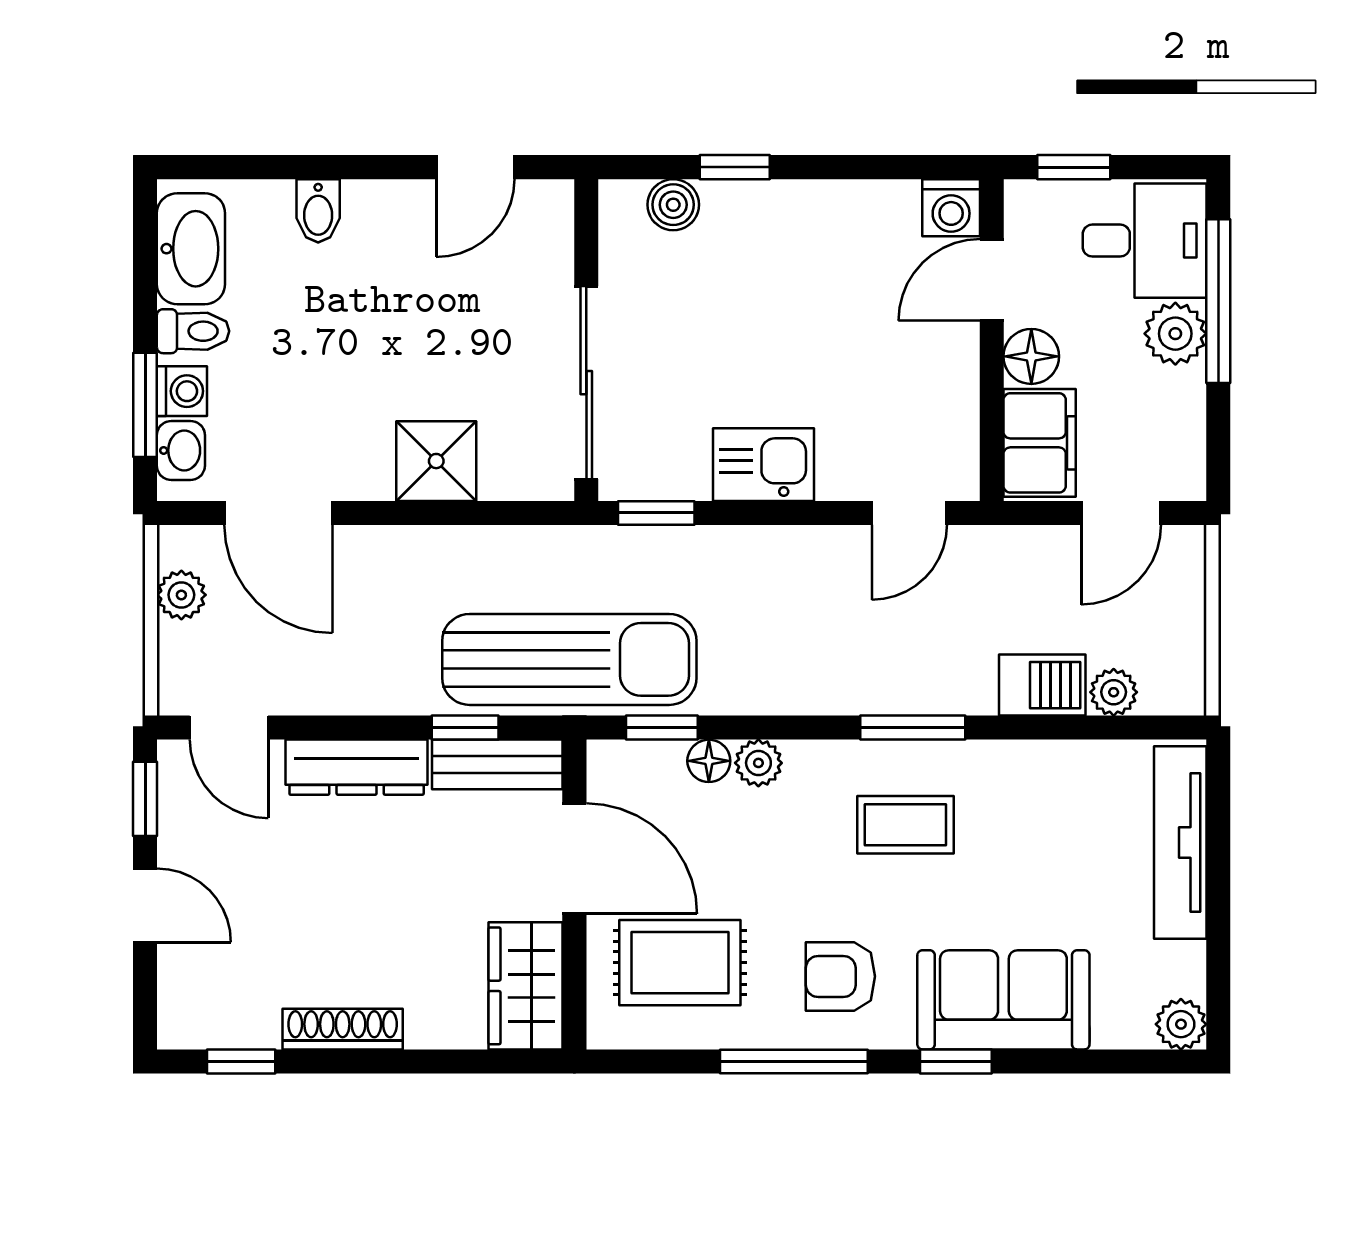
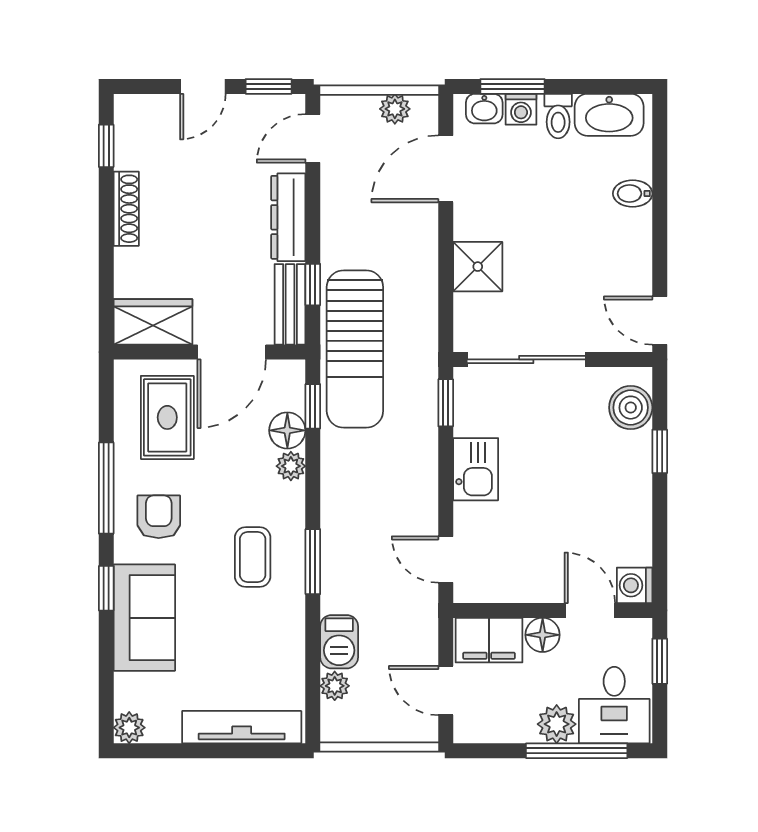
door: (475, 167) -> (660, 321), moved
boiler: (673, 205) -> (631, 408), width x1.36, depth x1.36
floor lamp: (709, 761) -> (287, 430), width x1.37, depth x1.37

